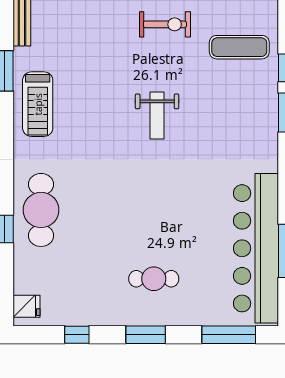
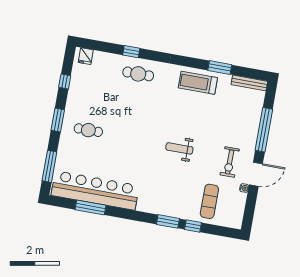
cafe table: (41, 210) -> (138, 74), width x0.73, depth x0.74
cafe table: (154, 279) -> (88, 130), turned 90

